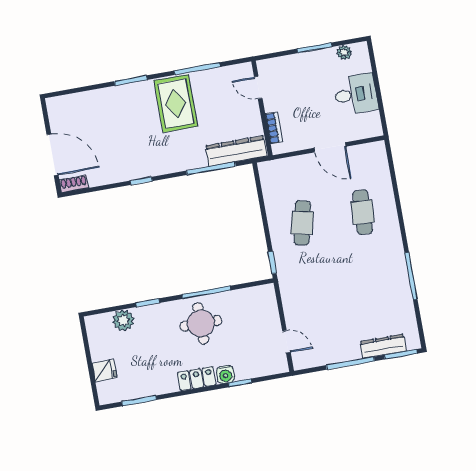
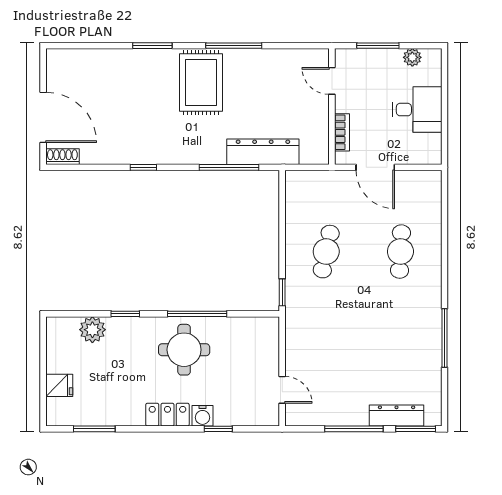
door: (258, 88) -> (332, 81), moved
wall: (262, 108) -> (332, 106), moved
bookcase: (274, 128) -> (342, 132), moved

